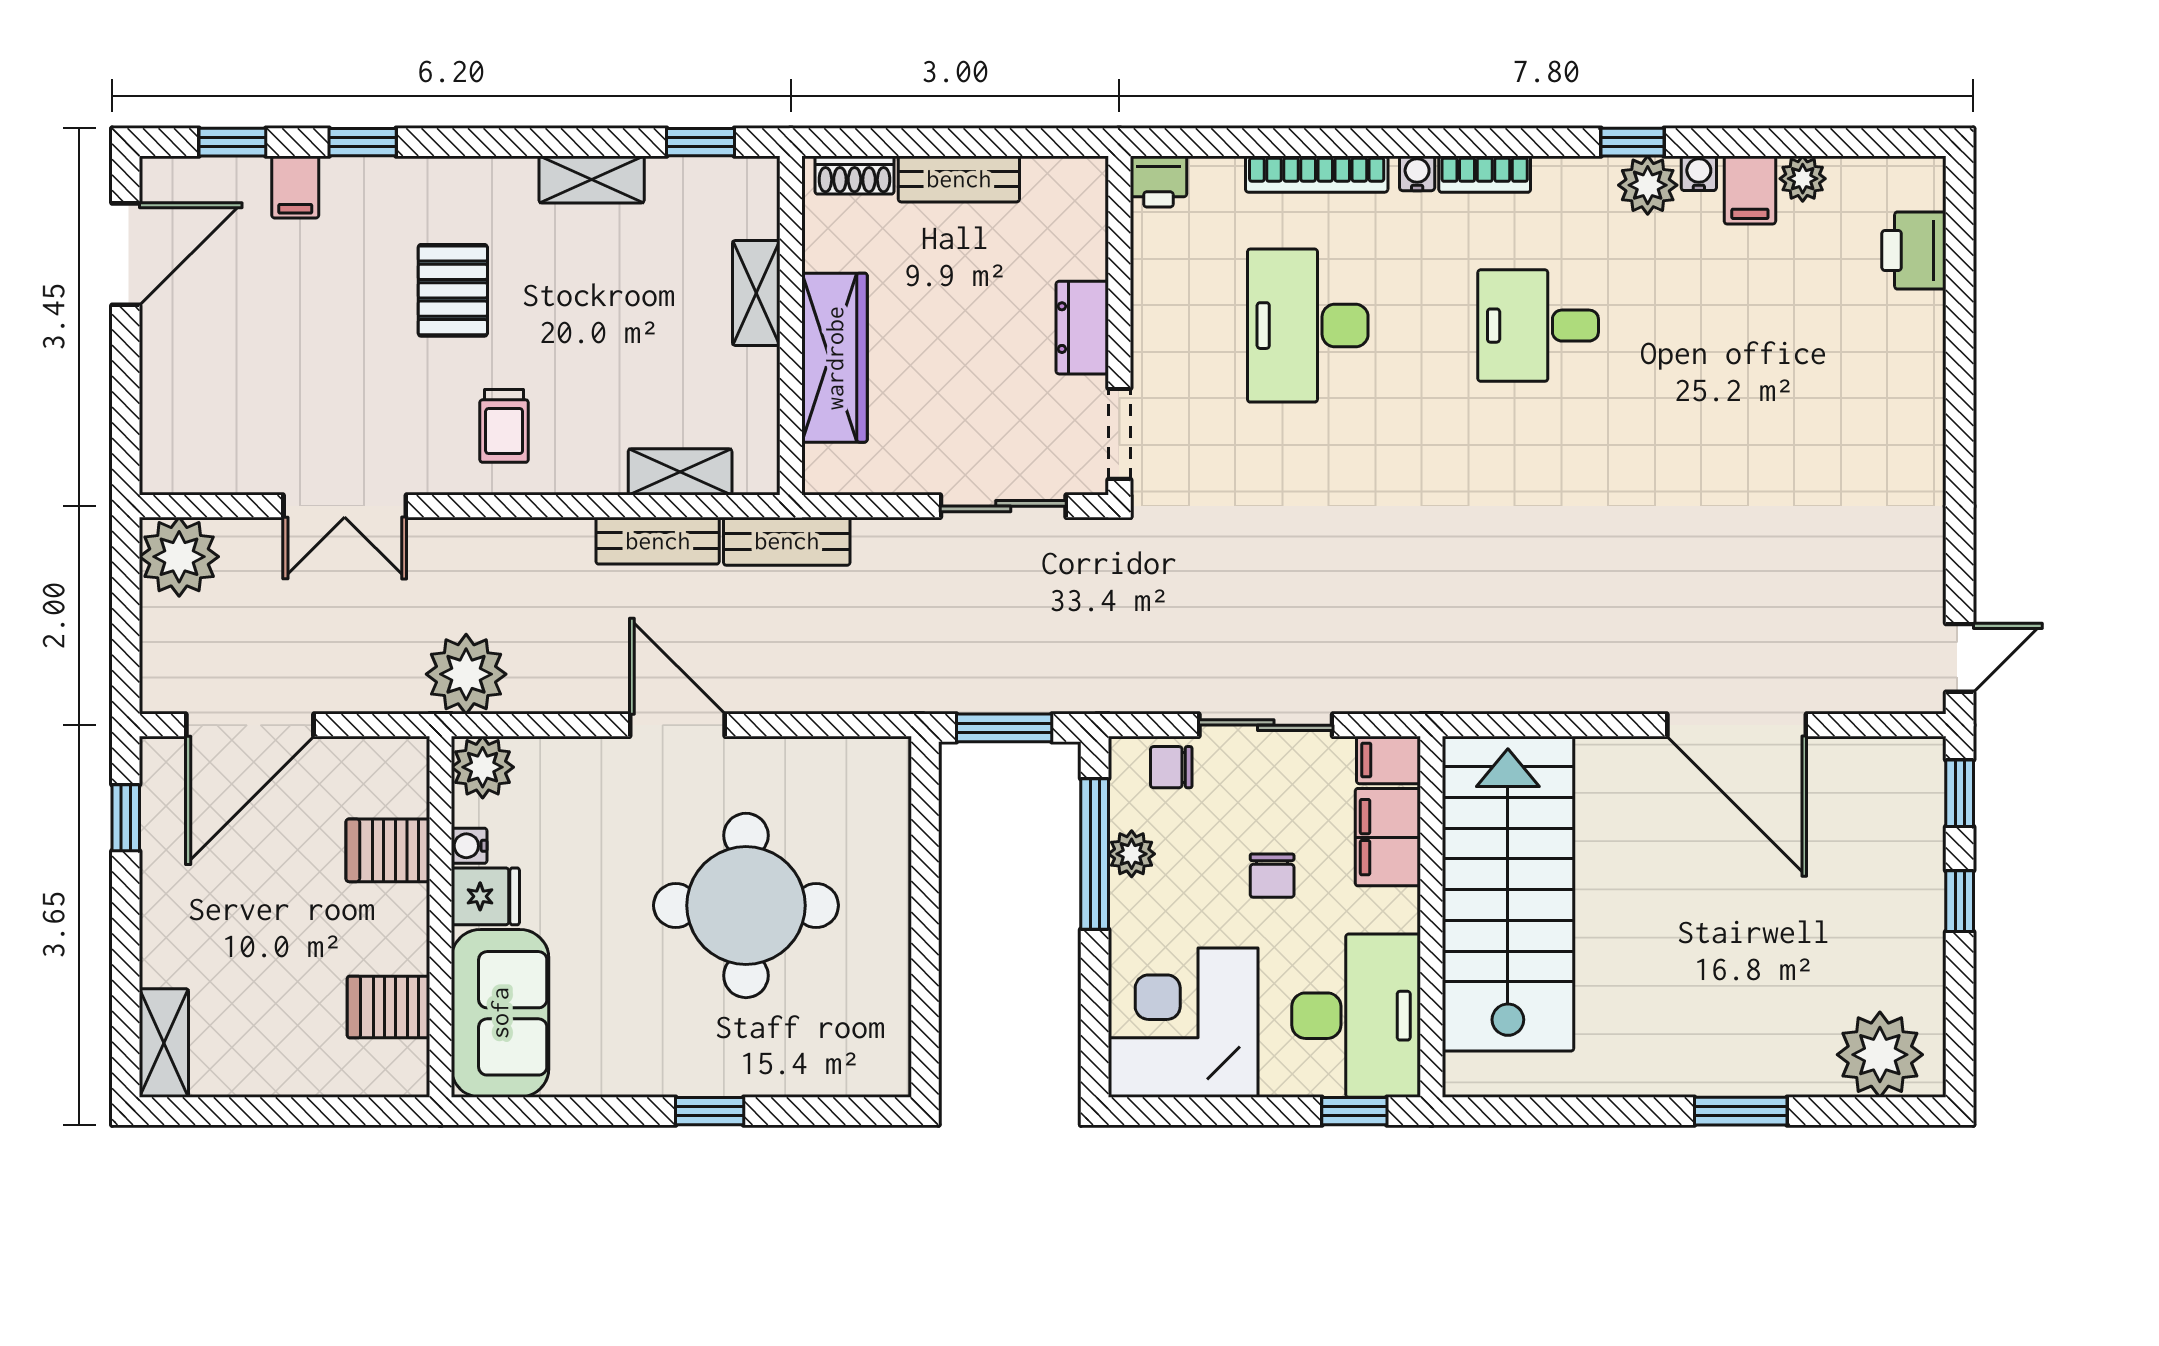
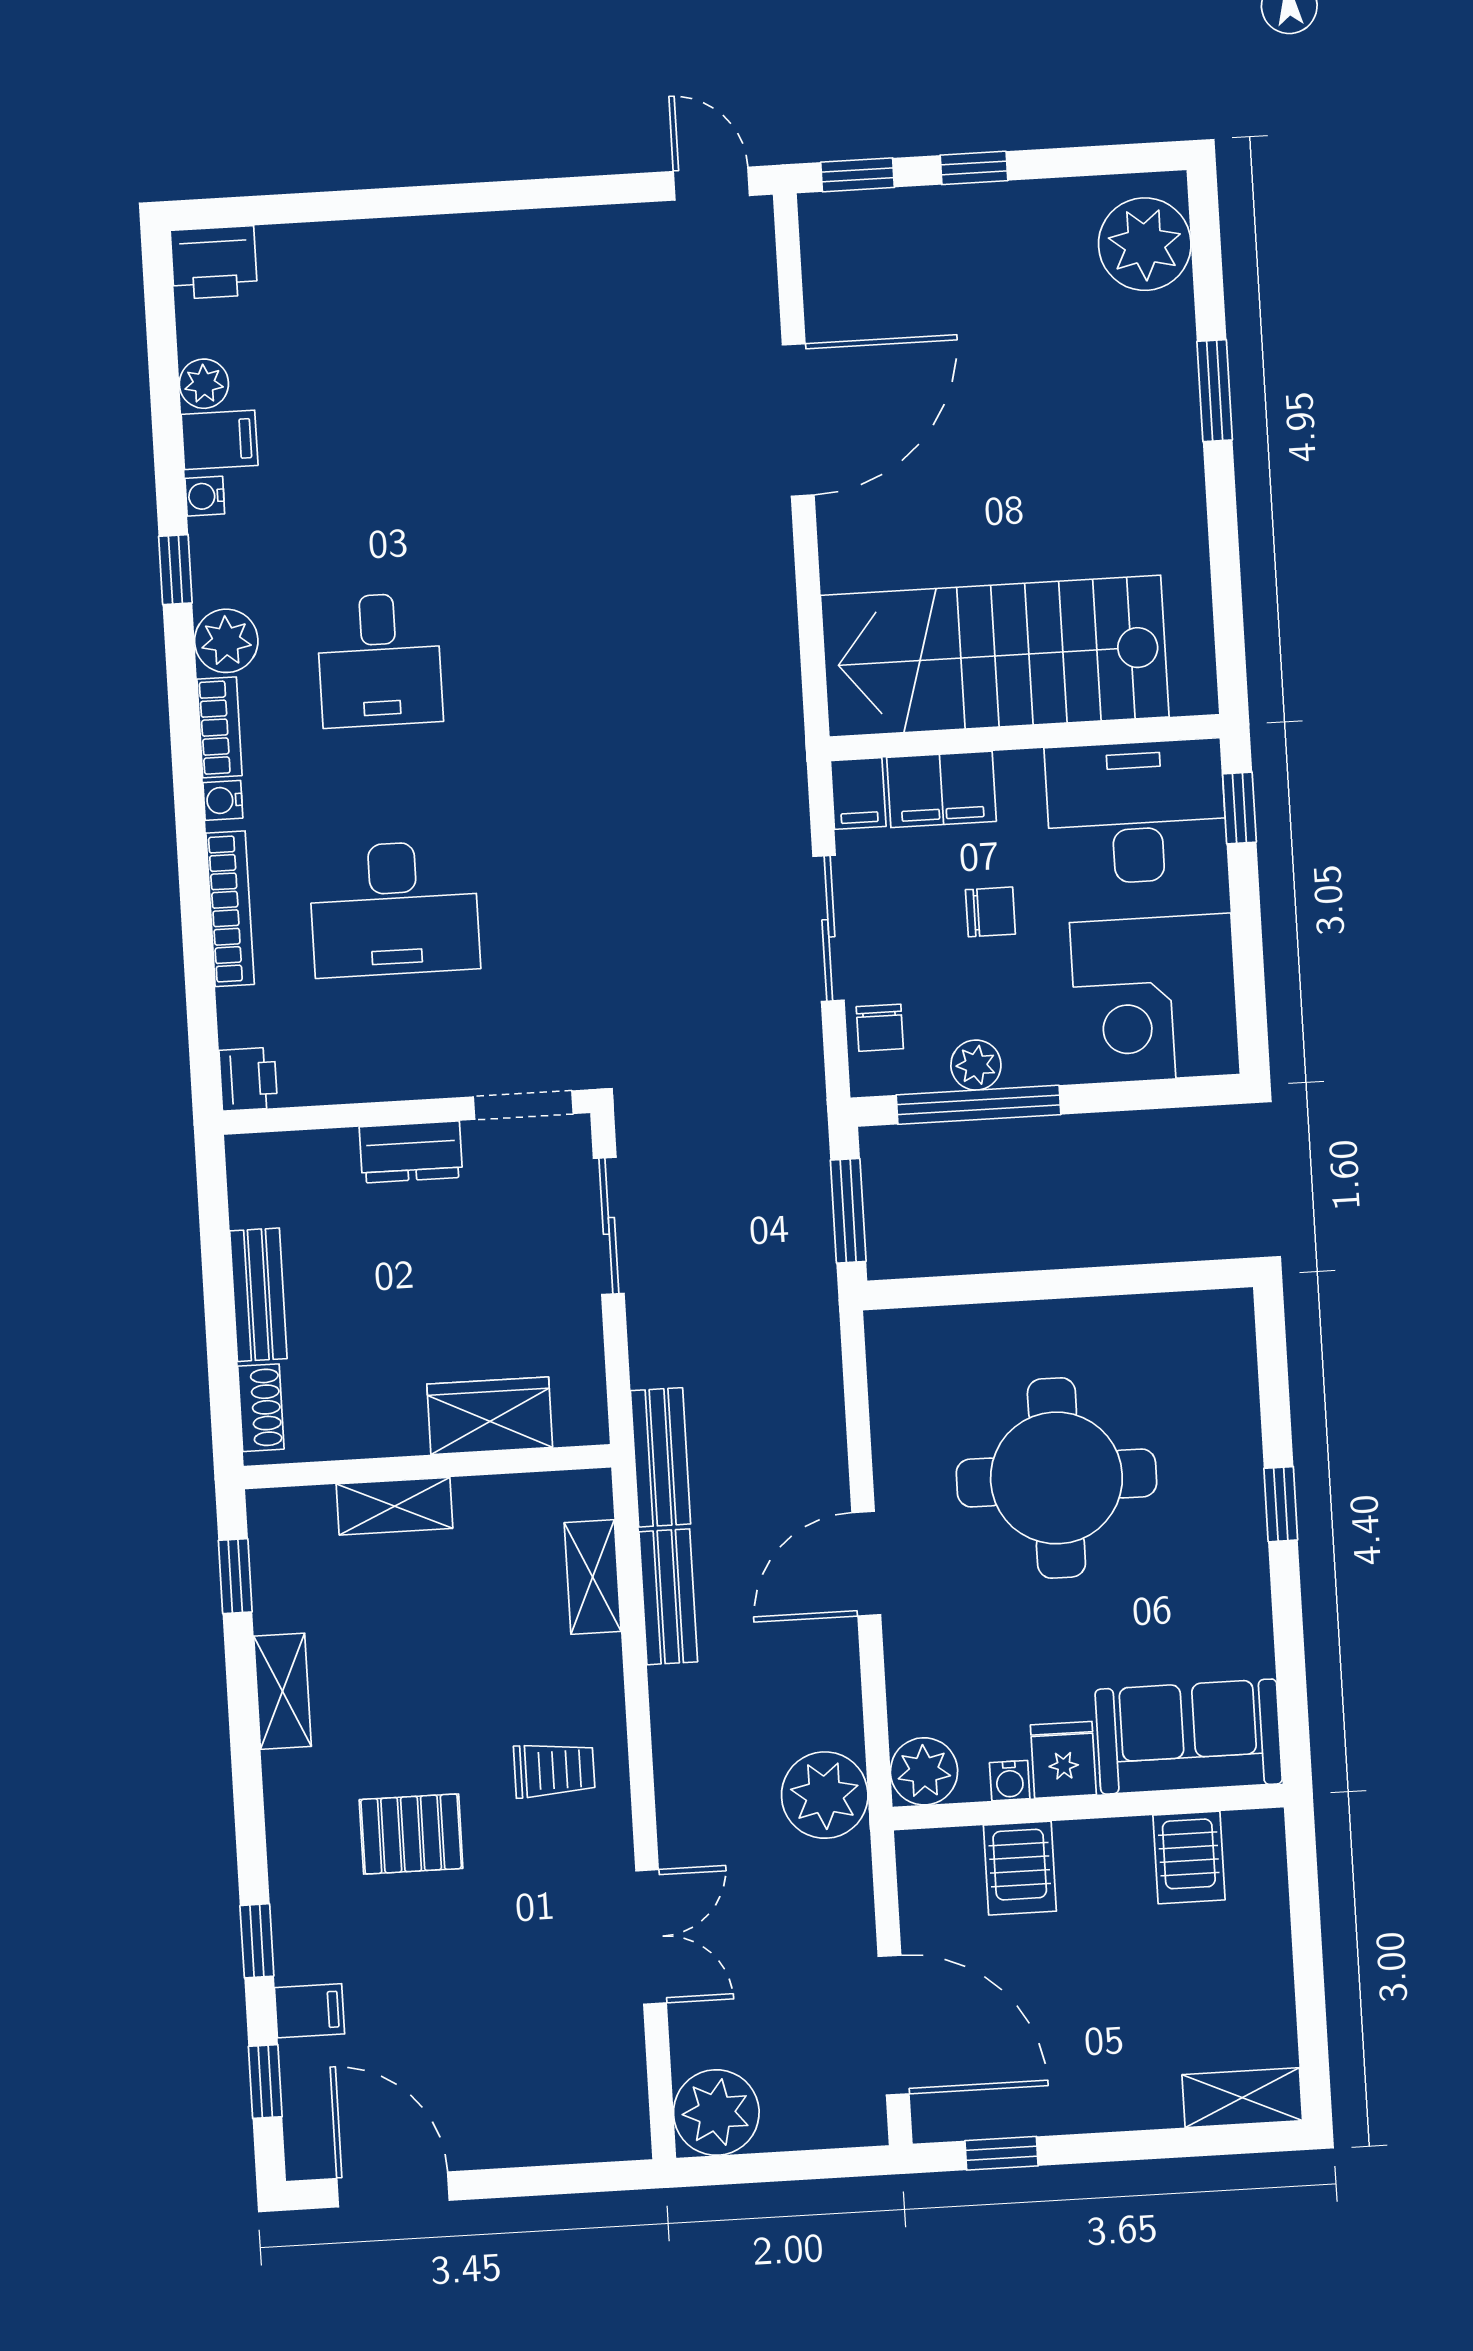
plant: (1648, 185) -> (226, 641), moved
printer: (1914, 250) -> (214, 263), moved
wardrobe: (835, 358) -> (490, 1416), width x0.67

